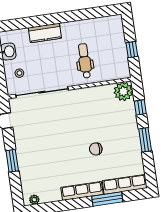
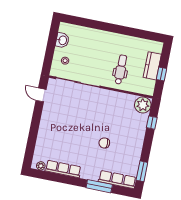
kitchen counter: (45, 33) -> (152, 66), moved, turned 90
window: (145, 140) -> (142, 171), moved
window: (12, 161) -> (34, 128), removed
row of seats: (82, 191) -> (63, 169), moved

